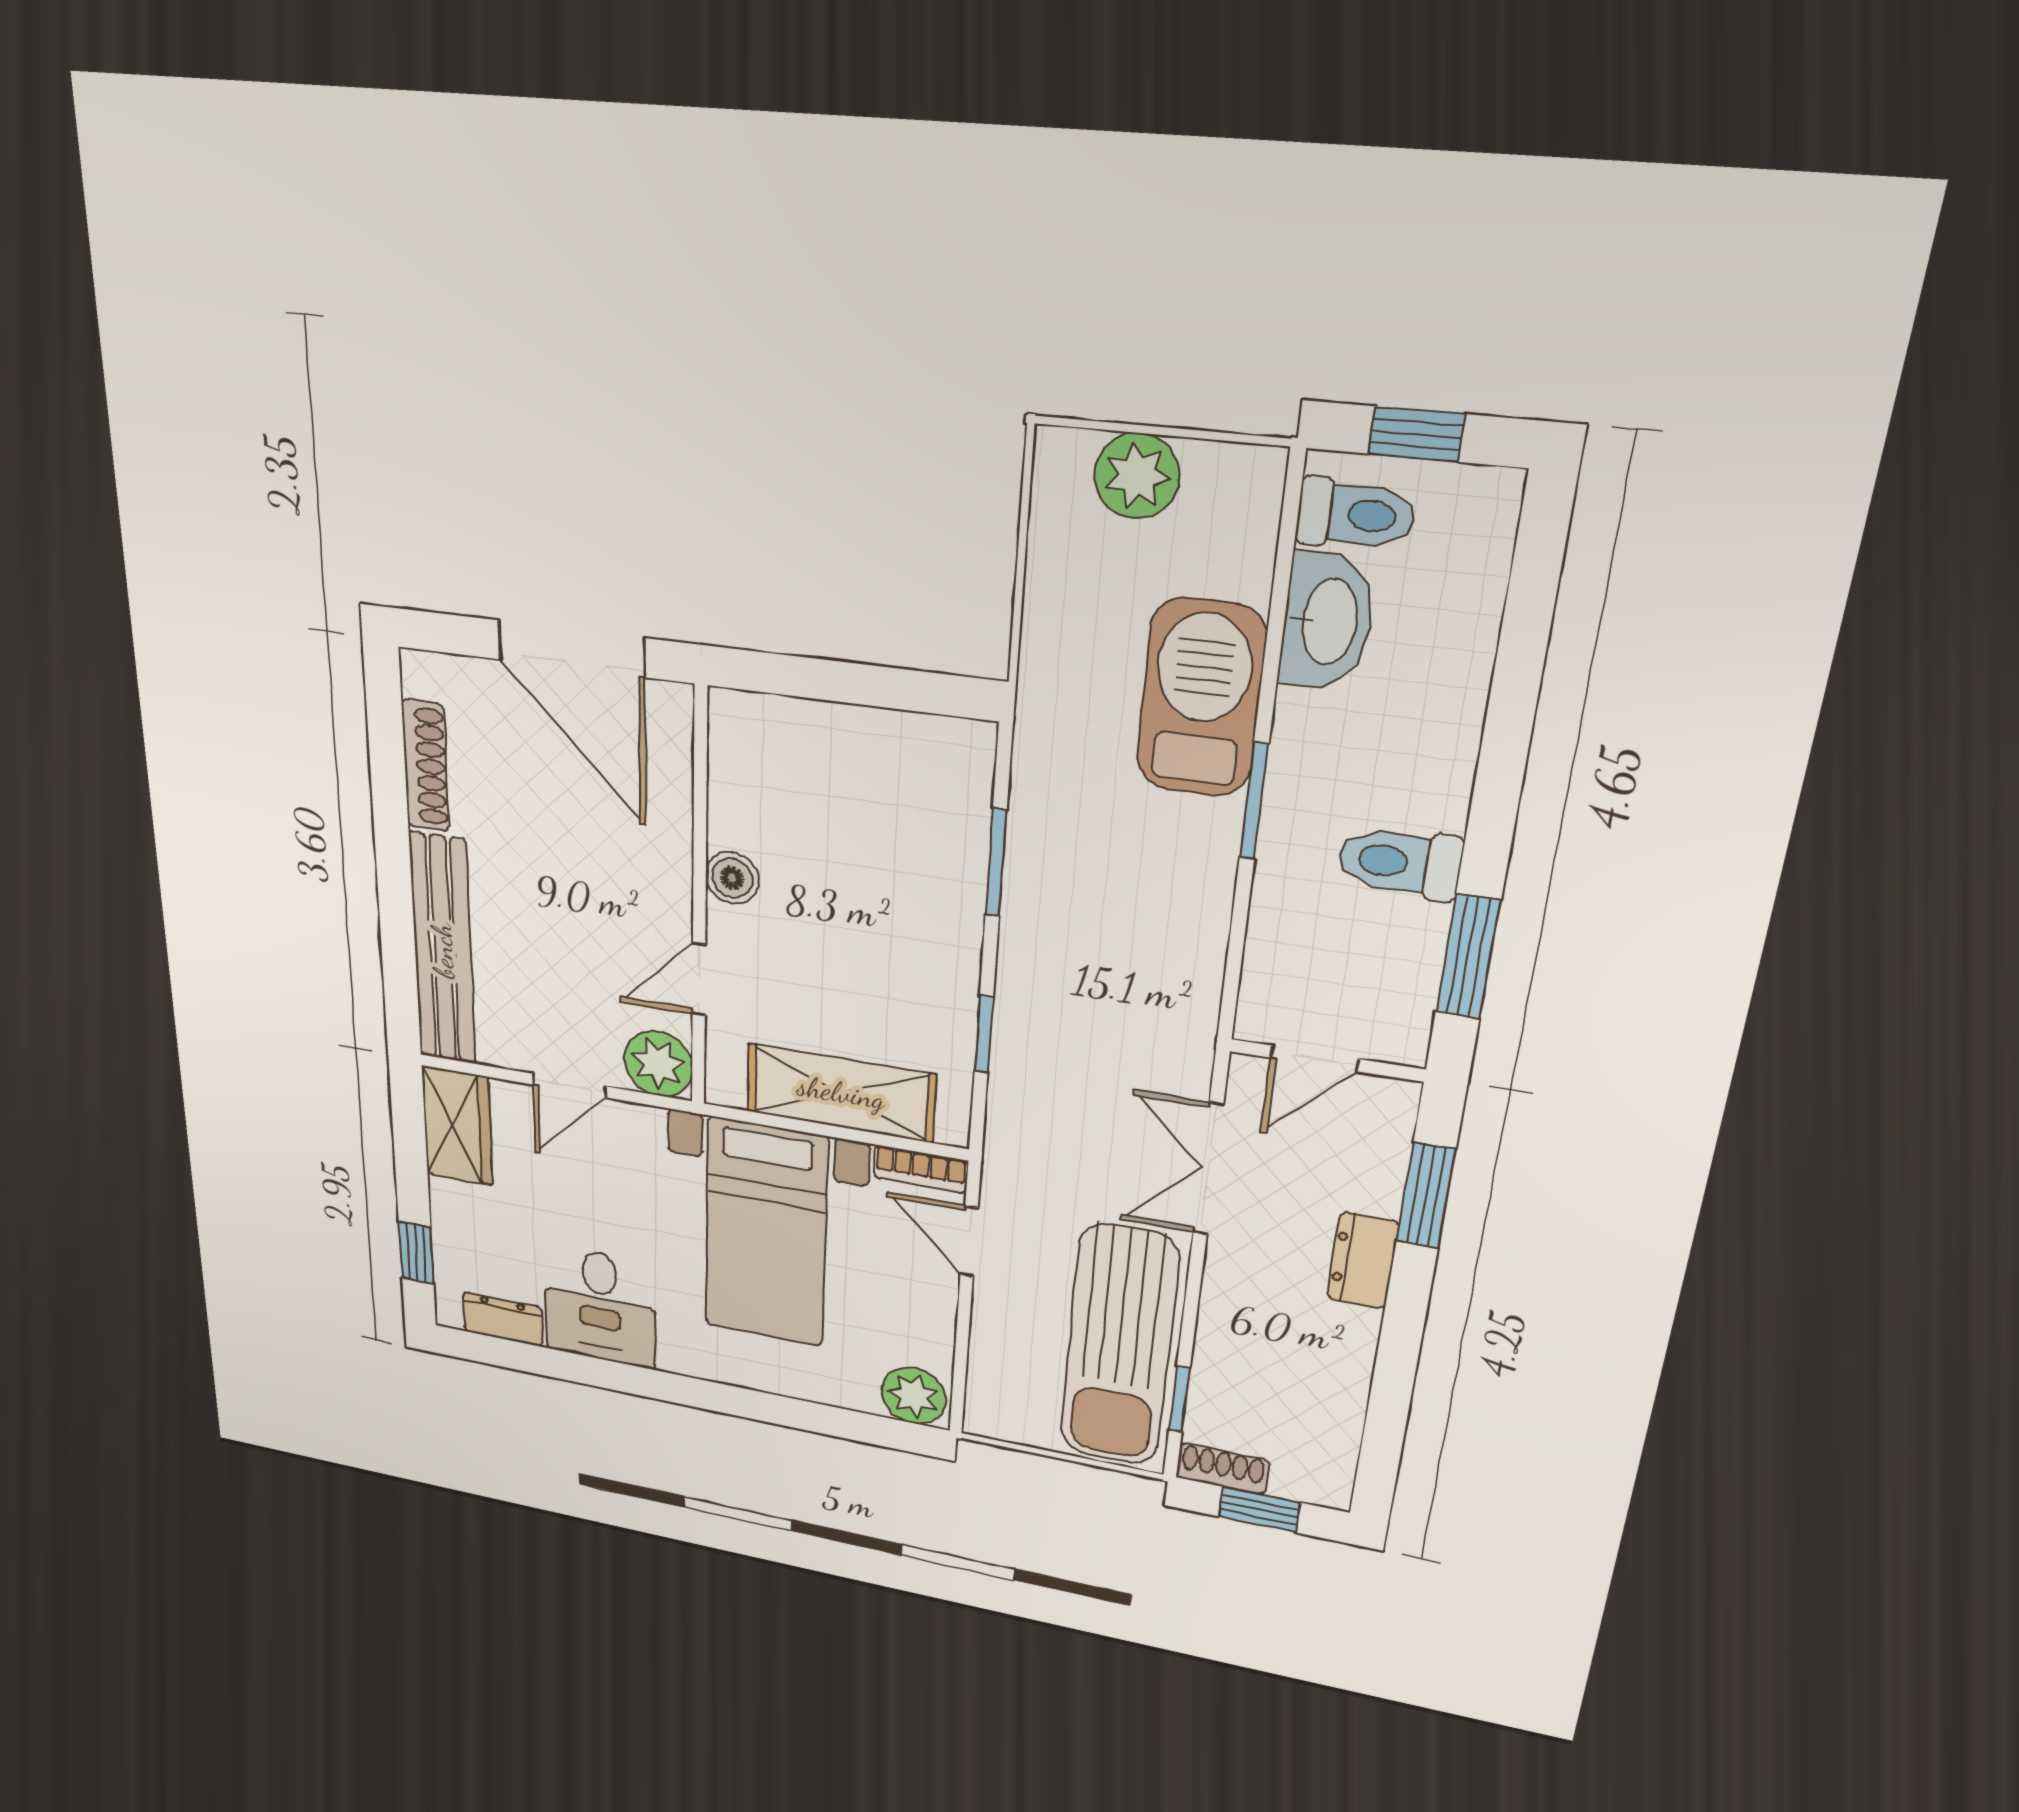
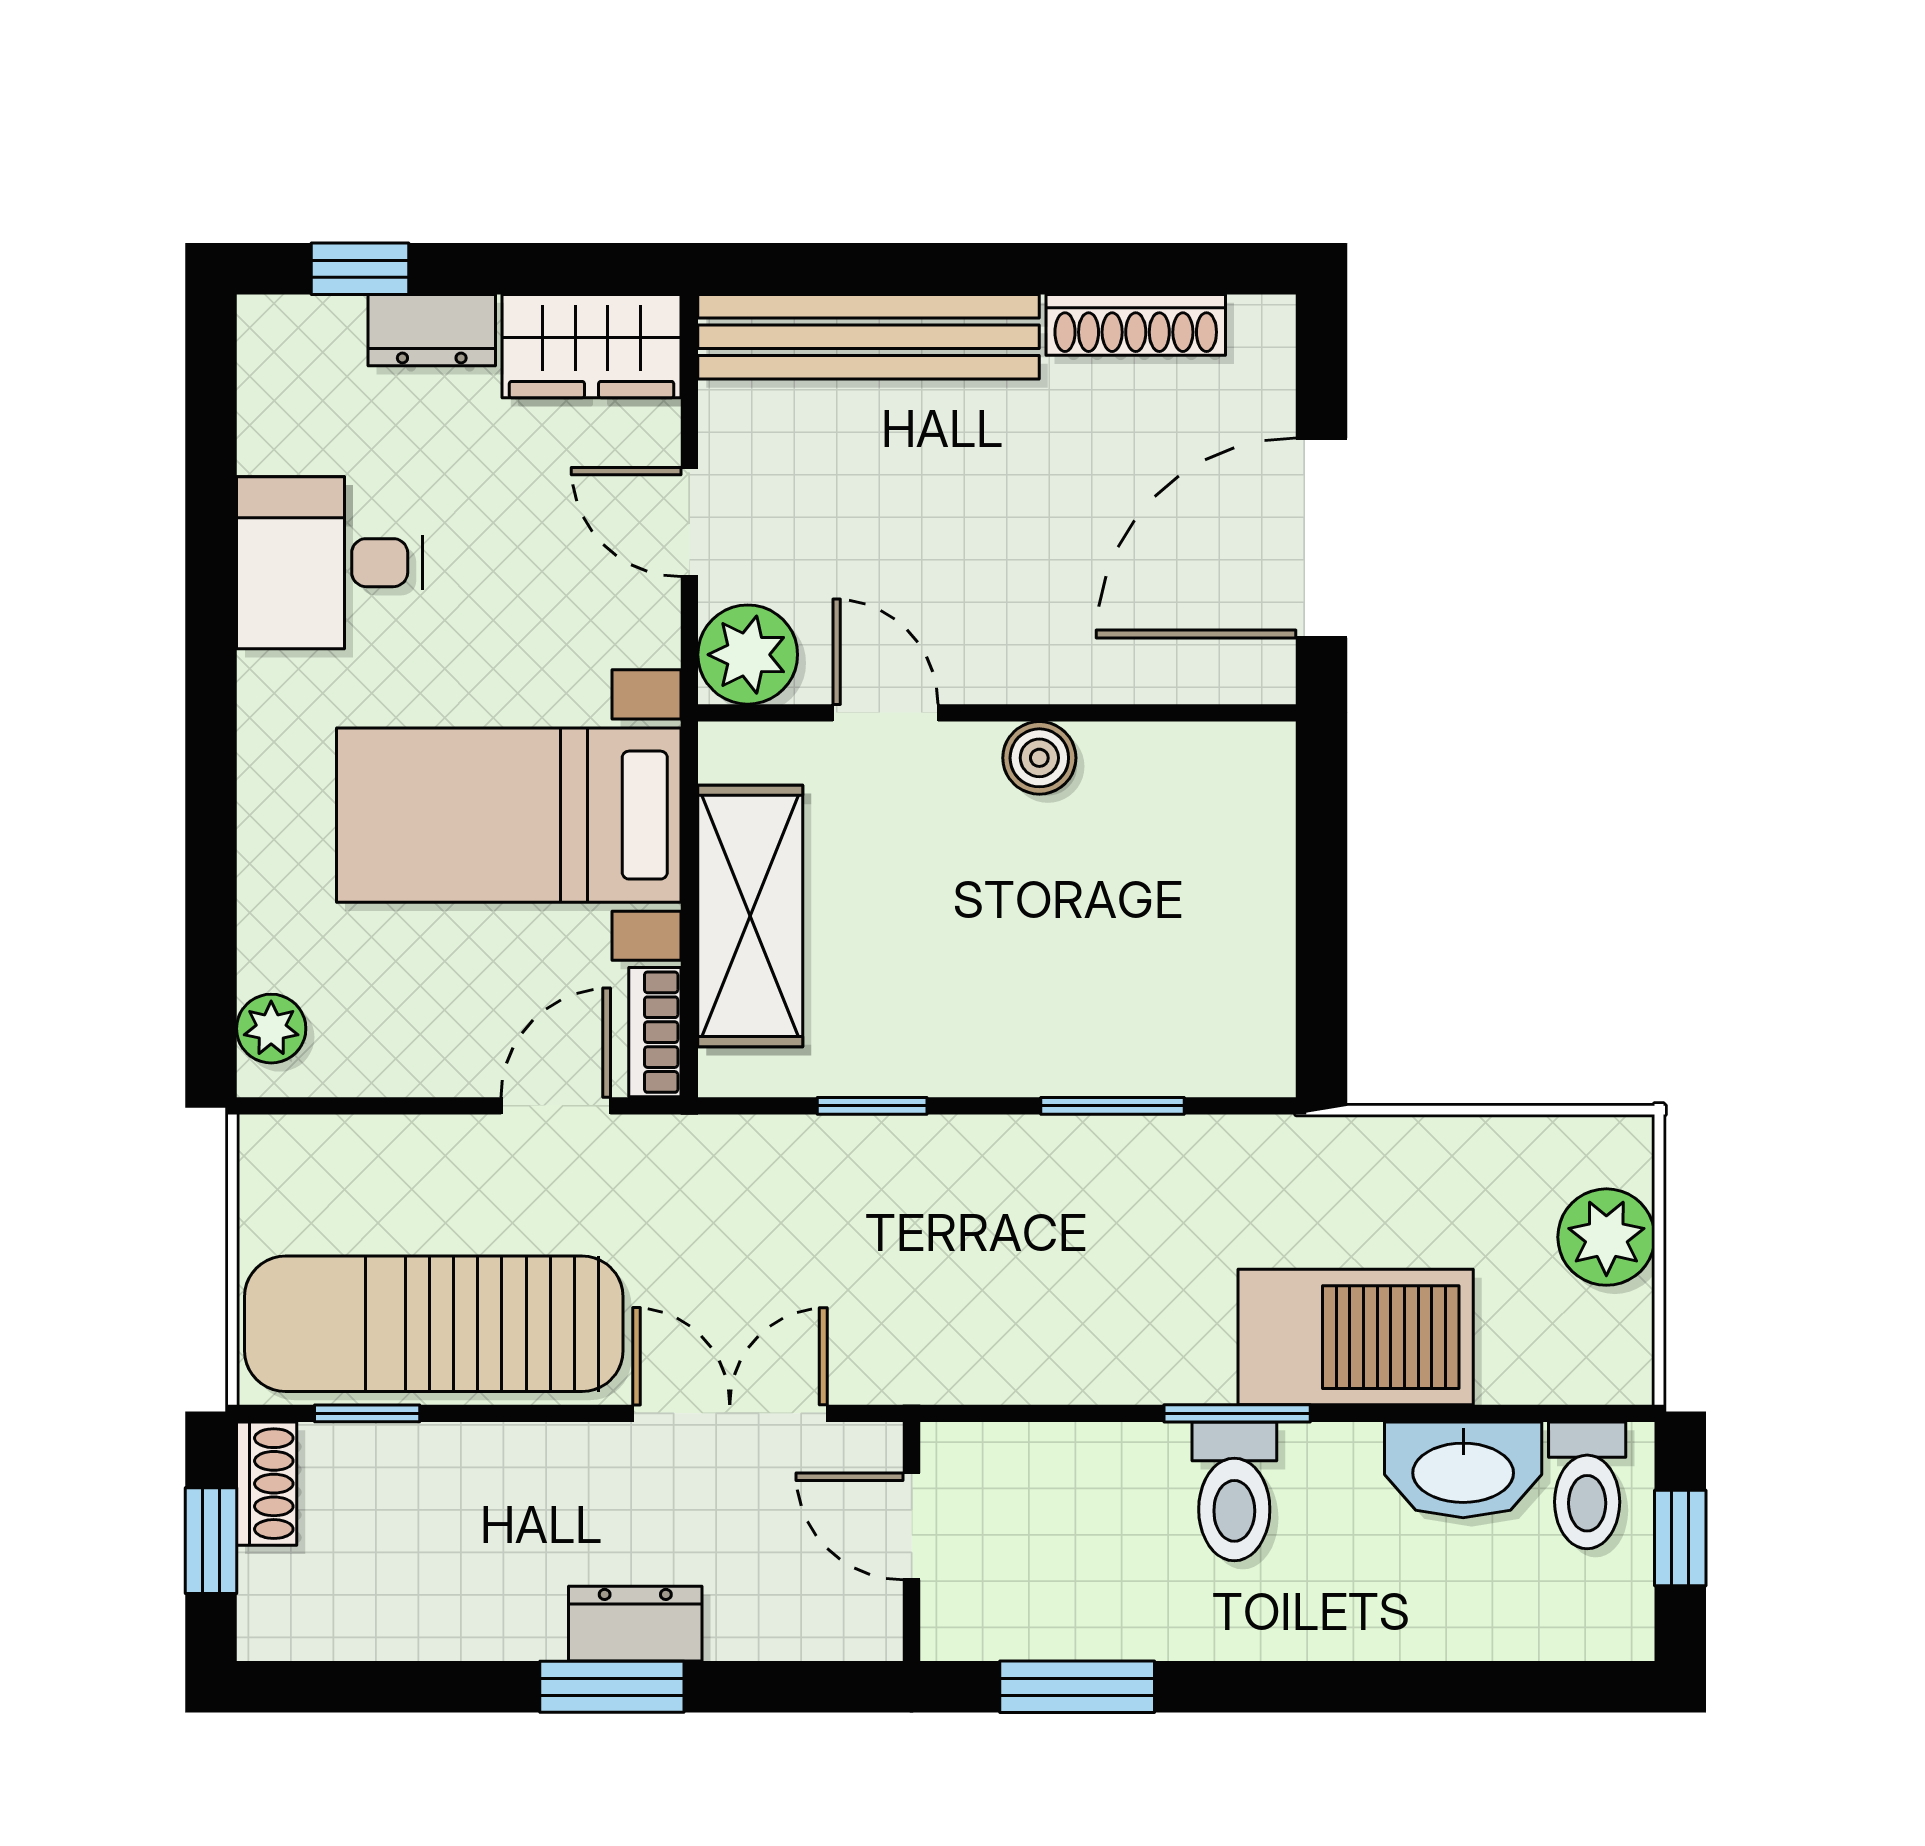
toilet: (1400, 863) -> (1234, 1491), moved, turned 180
window: (1426, 1195) -> (612, 1687), moved
dresser: (503, 1319) -> (432, 330), moved, turned 90
plant: (914, 1396) -> (271, 1029), width x0.73, depth x0.73

